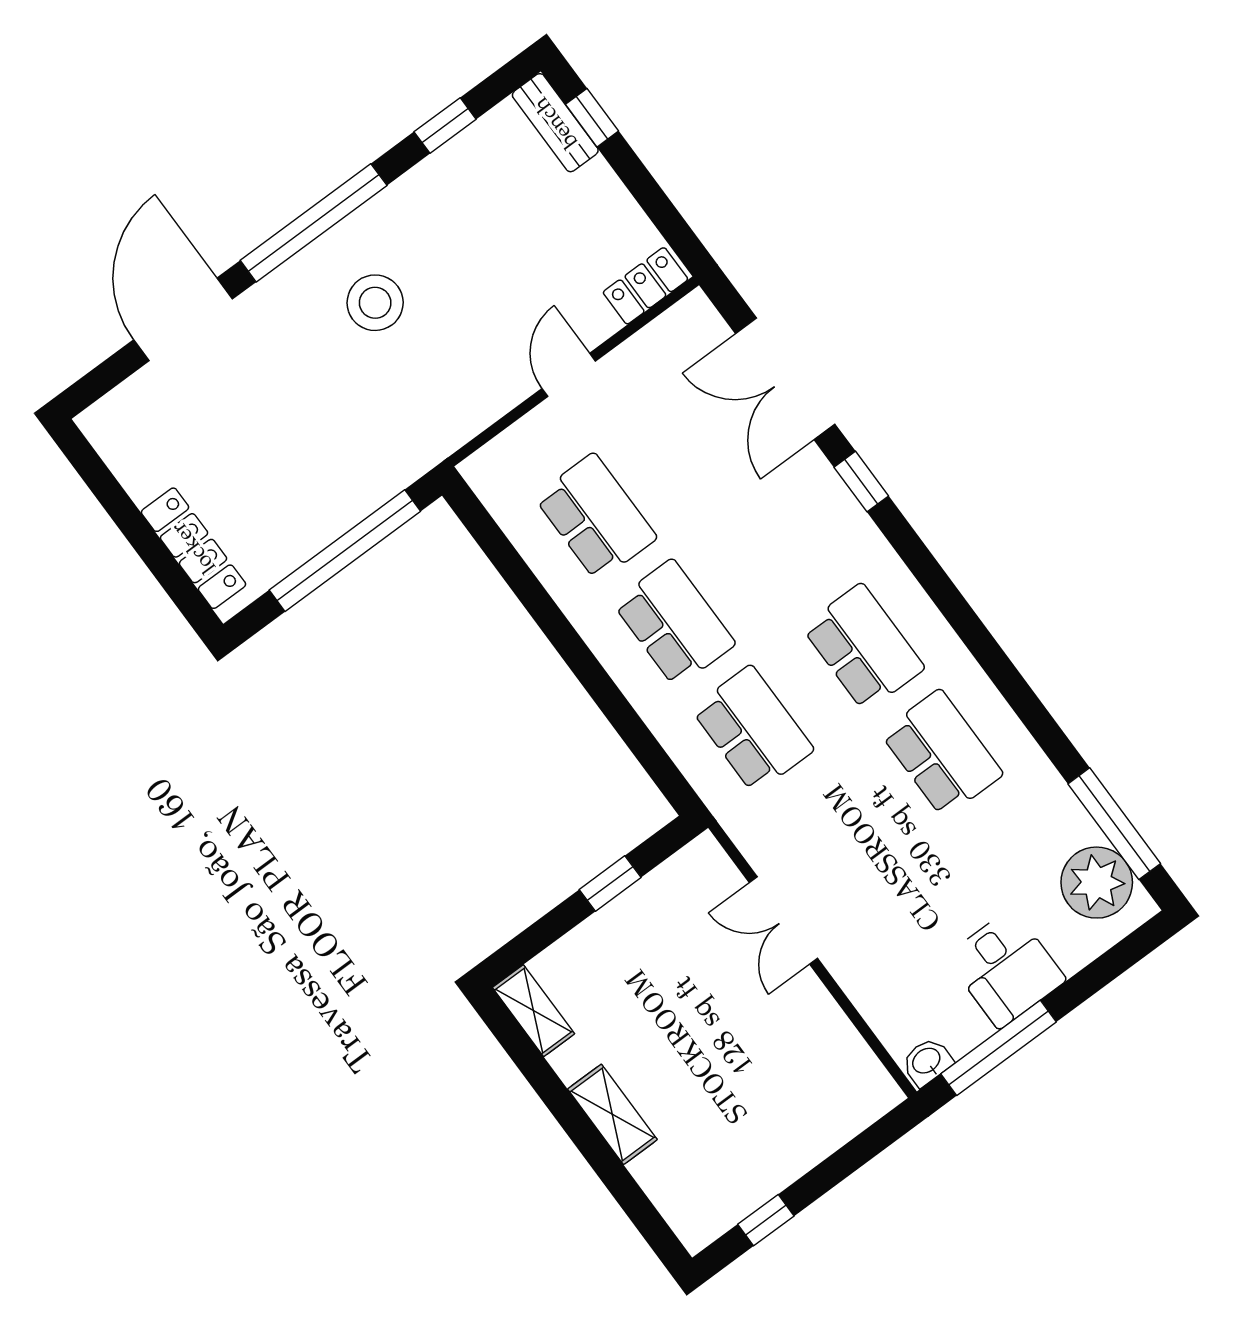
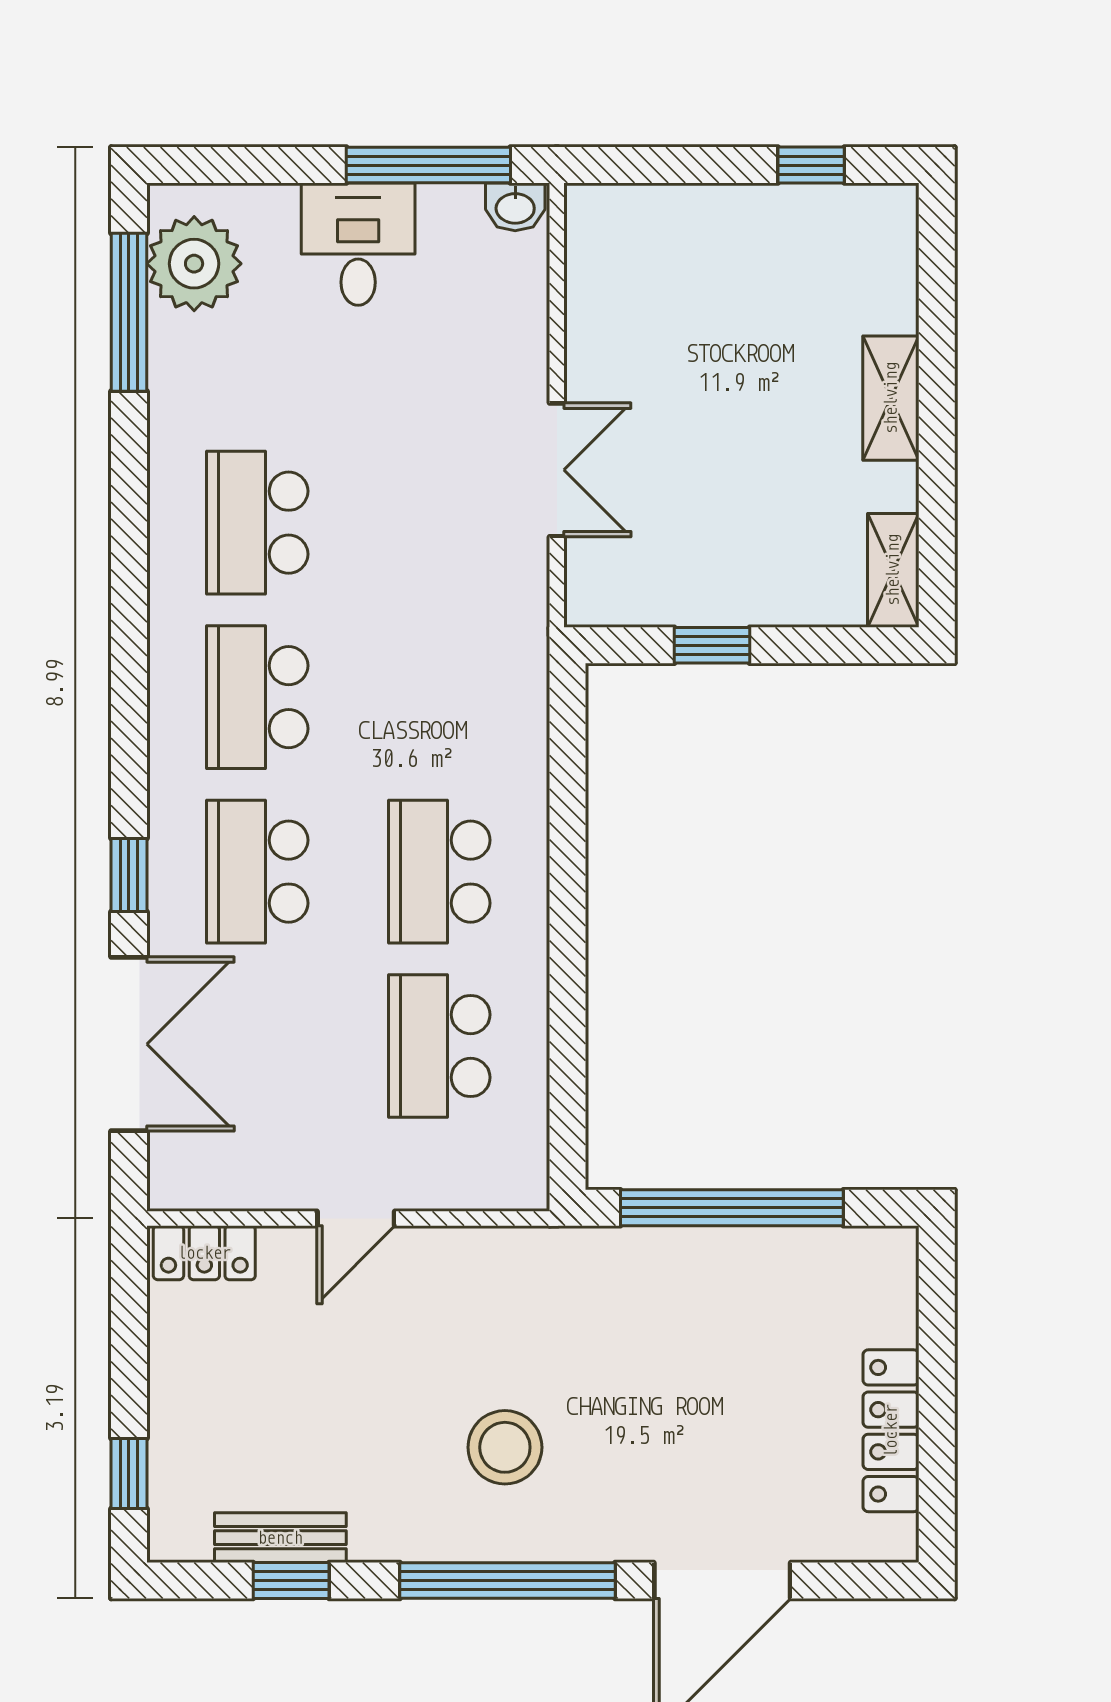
bench: (555, 123) -> (280, 1538), moved, turned 90
locker: (193, 548) -> (891, 1431), moved
school desk: (753, 729) -> (257, 872), moved

